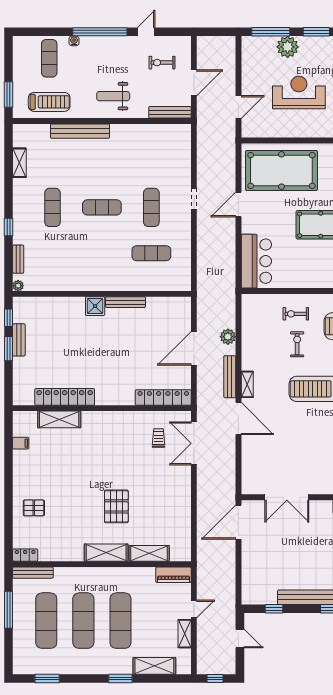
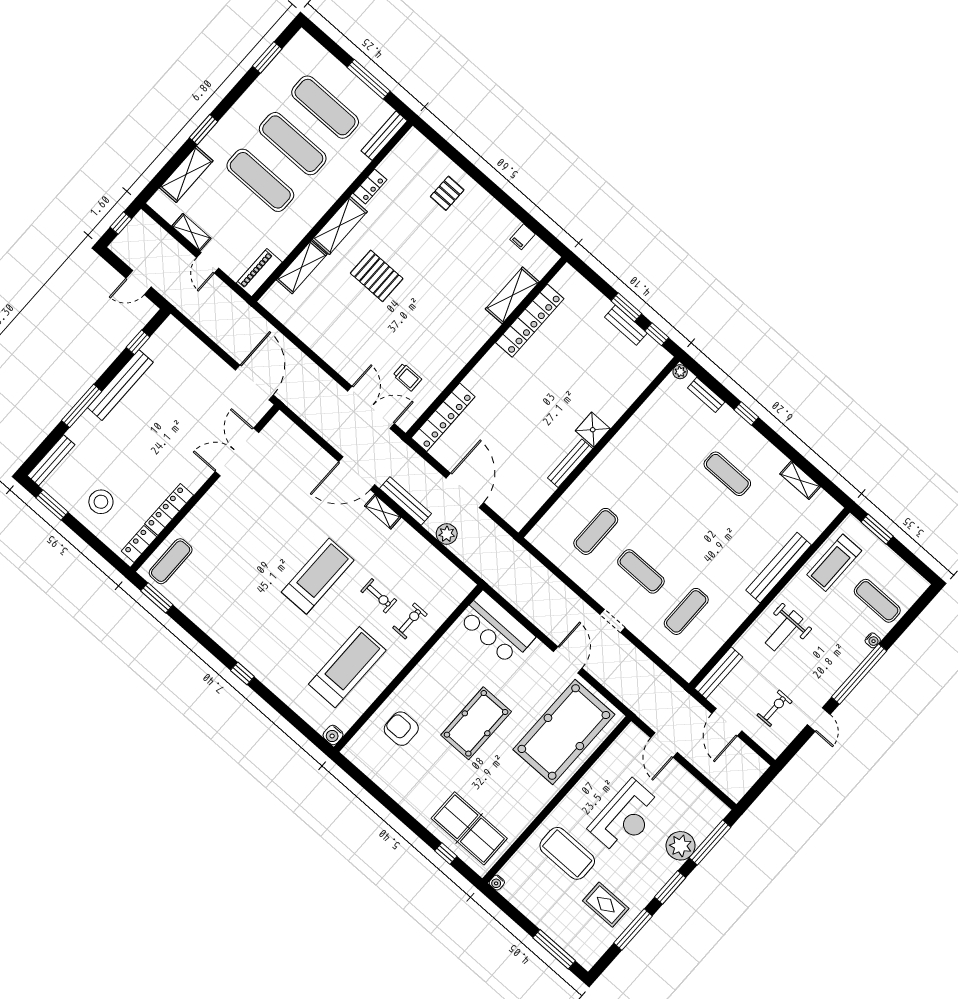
weight bench: (113, 96) -> (784, 631), turned 180
exercise mat: (102, 207) -> (686, 611), moved
locker: (25, 555) -> (370, 186), moved

